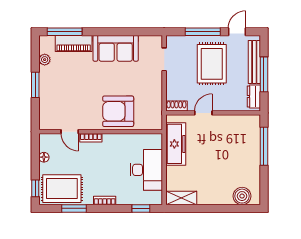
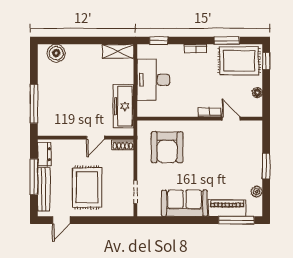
window: (203, 32) -> (96, 220), removed
armchair: (118, 111) -> (167, 147), moved, turned 90

